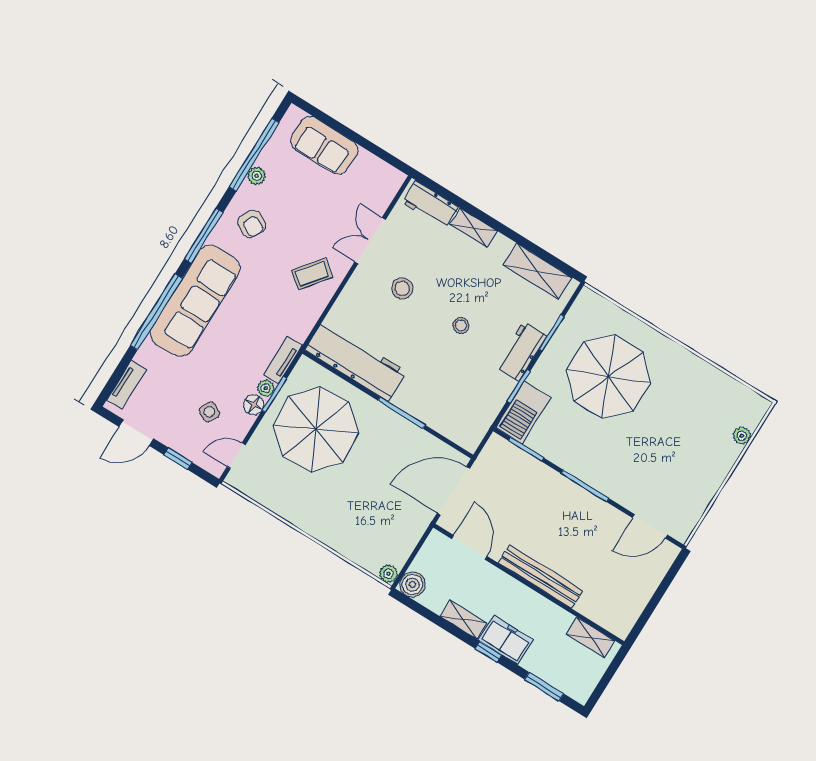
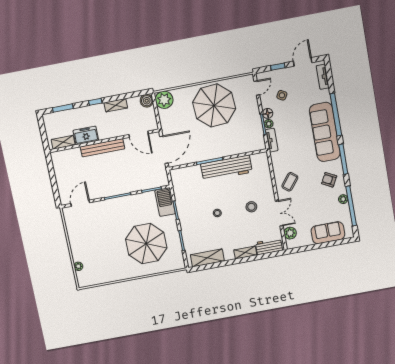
plant: (381, 196) -> (290, 233), added
workbench: (521, 351) -> (186, 224), removed
workbench: (356, 361) -> (226, 168), moved
parasol: (316, 429) -> (214, 105), moved
plant: (388, 574) -> (164, 100), width x1.88, depth x1.88
freezer: (506, 640) -> (86, 135), moved, turned 180

